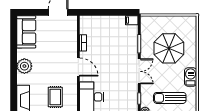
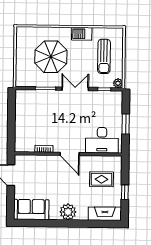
filing cabinet: (132, 20) -> (20, 96), removed
door: (78, 67) -> (70, 154), swing flipped

